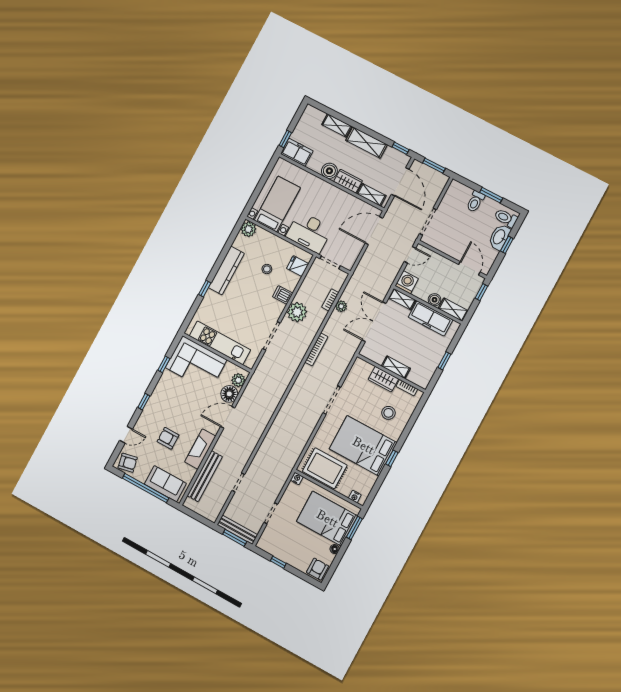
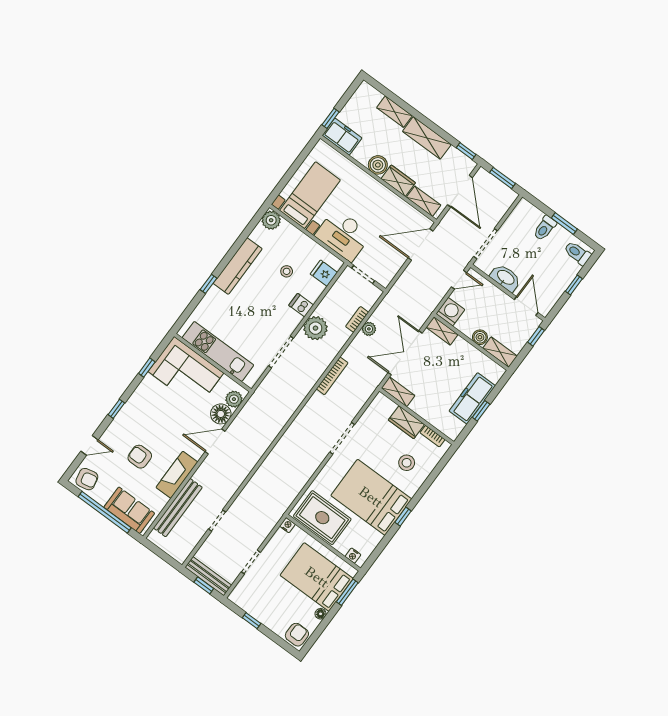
washbasin: (499, 237) -> (506, 278), moved, turned 90
freezer: (431, 318) -> (472, 398), moved, turned 90
shelving: (396, 367) -> (398, 392), moved
window: (235, 538) -> (204, 585), width x0.67

